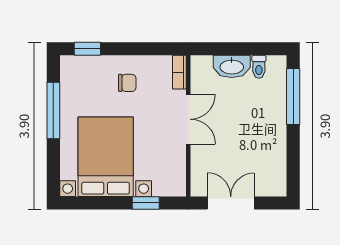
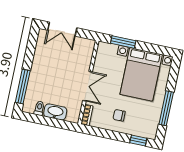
double door: (188, 119) -> (88, 86), swing flipped
window: (146, 203) -> (123, 42), width x1.50
double door: (231, 203) -> (62, 29), moved

